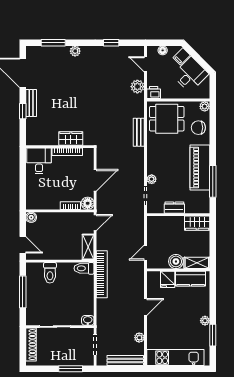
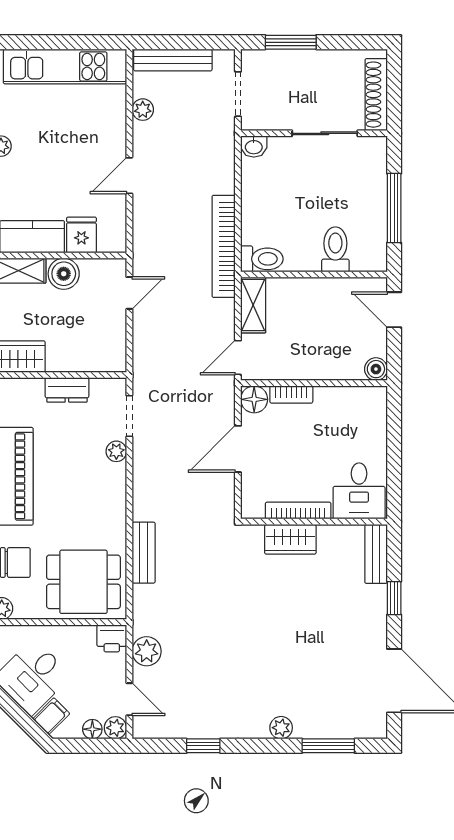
plant: (152, 51) -> (115, 728), added
bench: (31, 103) -> (376, 554), moved

